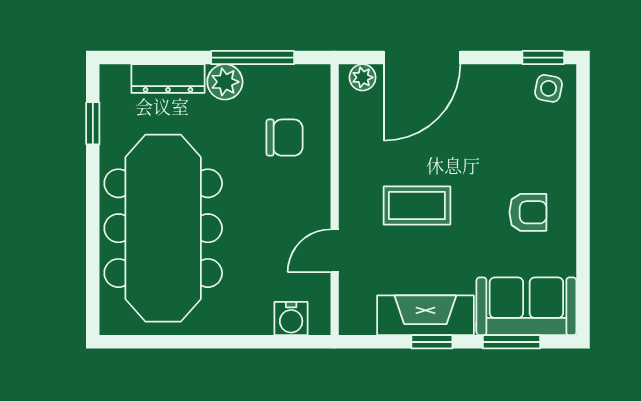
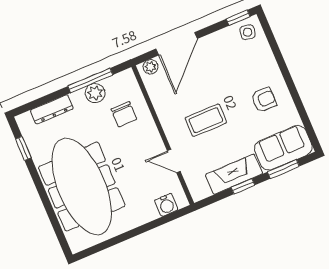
plant: (225, 82) -> (95, 93), moved
chair: (285, 138) -> (124, 114), turned 90
door: (335, 251) -> (174, 161), hinge flipped

